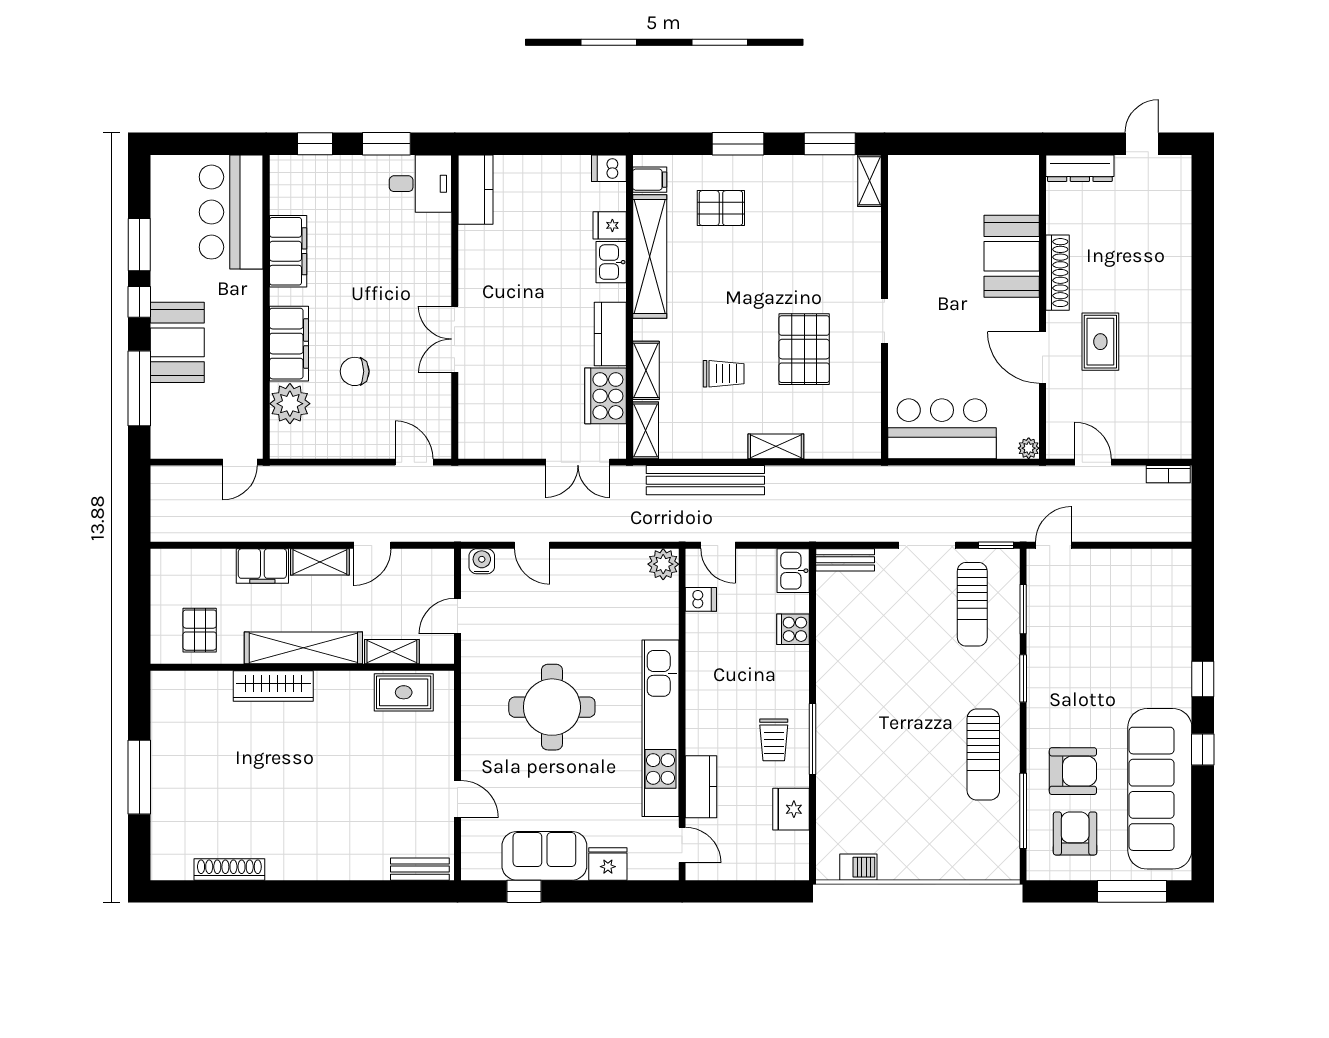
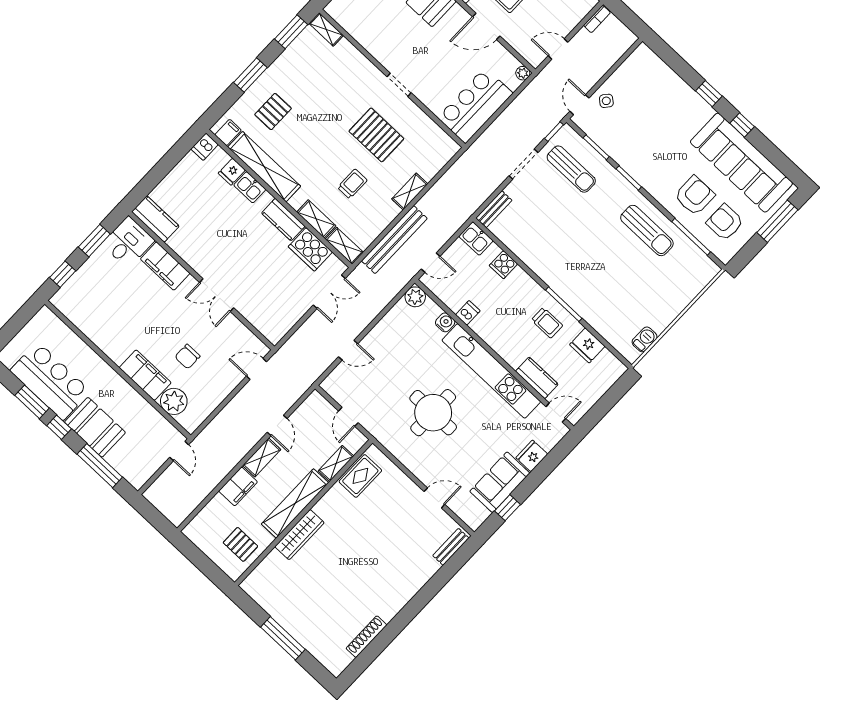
bar counter: (231, 212) -> (50, 381), moved, turned 180
filing cabinet: (288, 251) -> (165, 266), moved, turned 180
water cooler: (482, 561) -> (445, 322), moved, turned 90
side table: (1086, 571) -> (606, 101), added
dishwasher: (701, 599) -> (468, 313), moved

